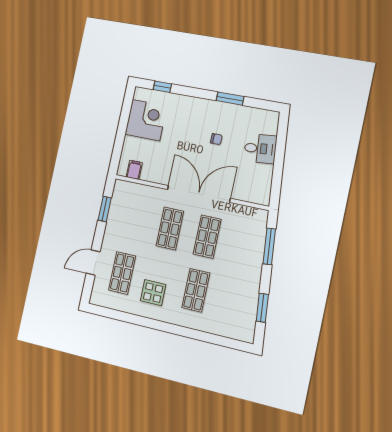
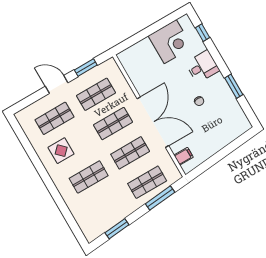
desk: (260, 149) -> (202, 66), moved, turned -85
filing cabinet: (134, 170) -> (184, 156), moved
shop shelf: (133, 221) -> (96, 94), added
shop shelf: (245, 245) -> (147, 182), added
door: (93, 262) -> (57, 84), moved

